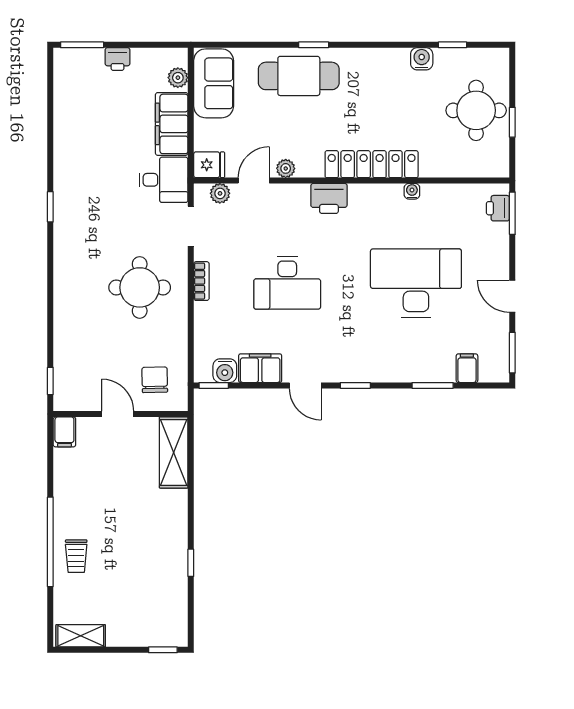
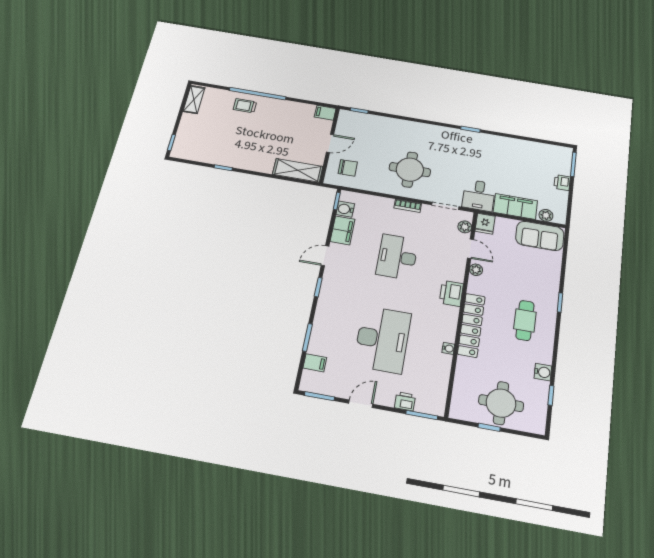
cafe table: (299, 76) -> (525, 320), moved, width x0.73, depth x0.74
printer: (498, 208) -> (405, 401), moved

